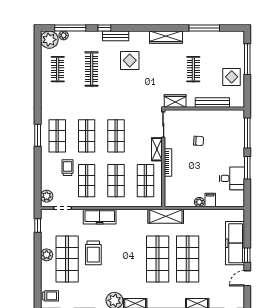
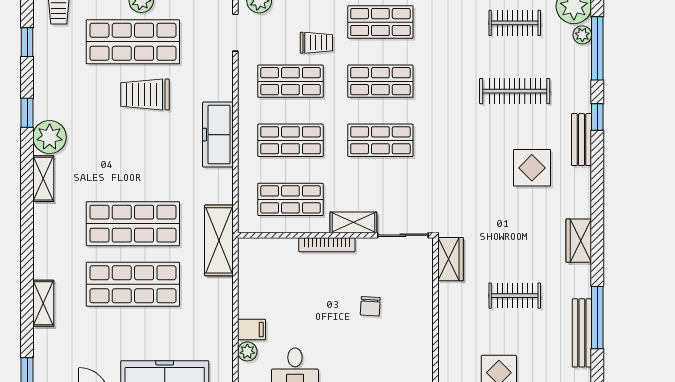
wardrobe: (166, 37) -> (579, 241), width x0.67
bench: (212, 102) -> (582, 333), moved
plant: (199, 202) -> (247, 351), moved
freezer: (100, 217) -> (218, 135), moved

